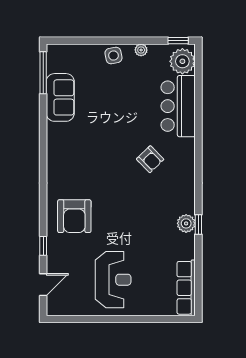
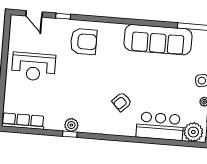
sofa: (60, 97) -> (158, 40), width x1.85, depth x1.27
armchair: (74, 216) -> (84, 41), turned 180

